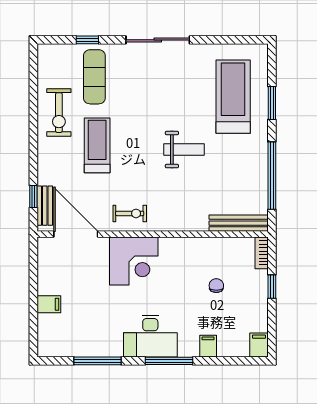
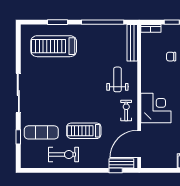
weight bench: (184, 150) -> (117, 79), moved

